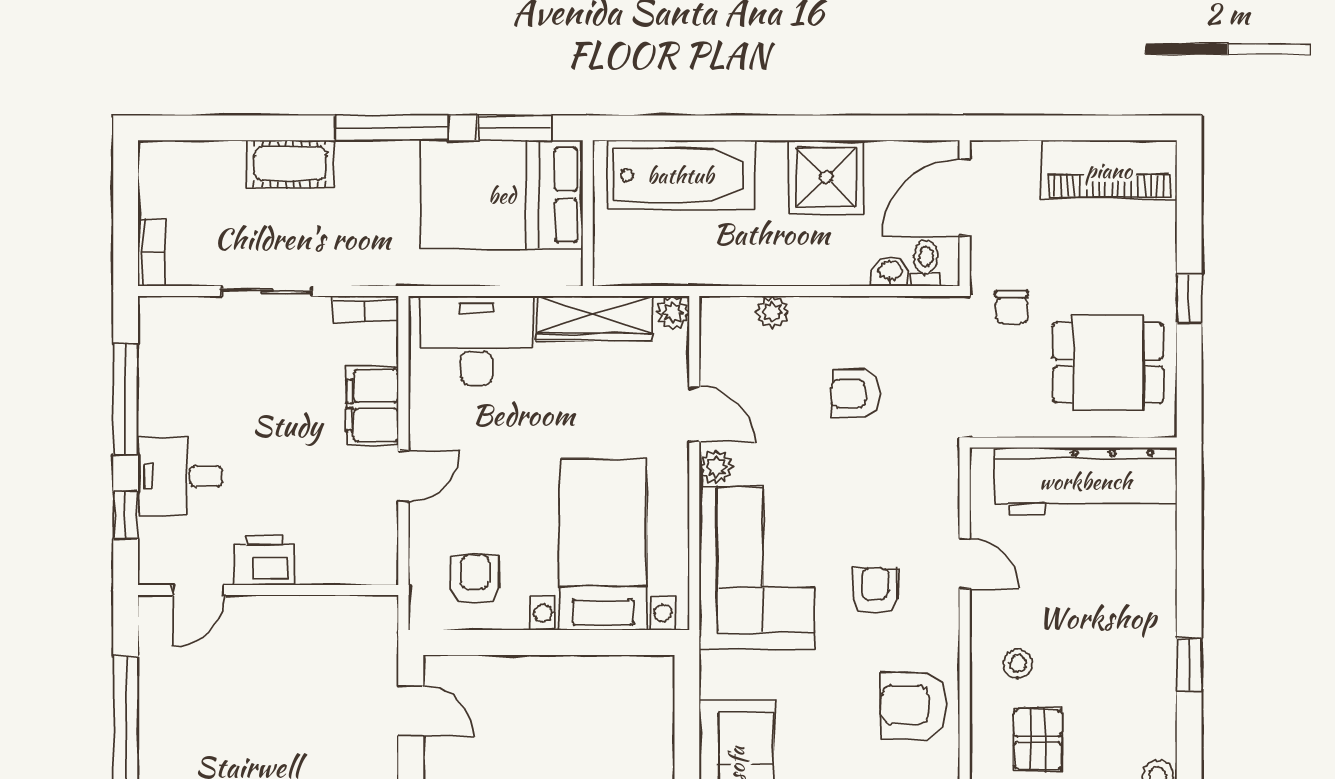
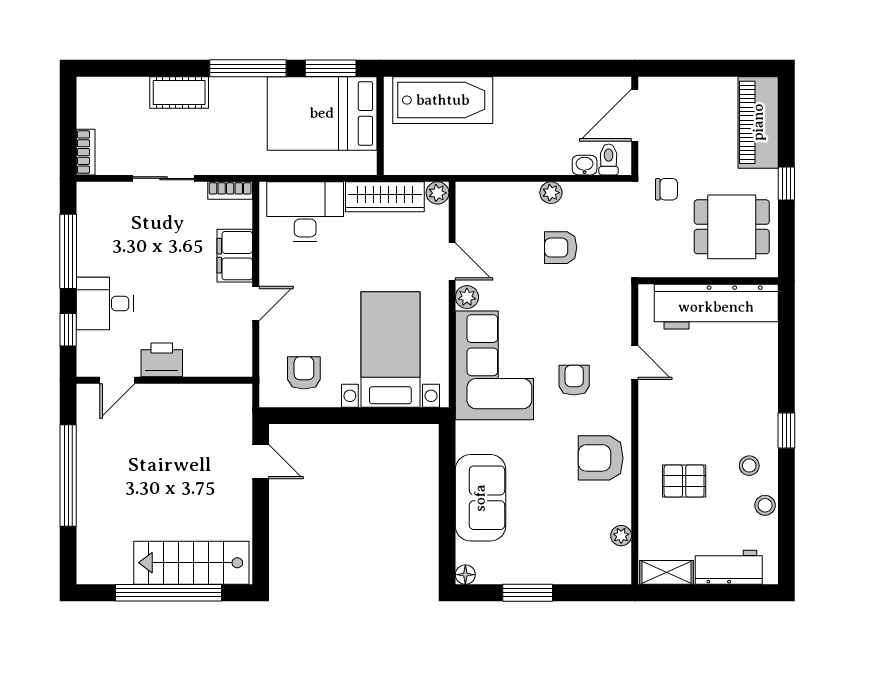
piano: (1109, 170) -> (758, 122), moved, turned 90
shower: (826, 177) -> (541, 102), removed
chair: (1012, 307) -> (667, 189), turned -90
plant: (772, 312) -> (551, 193), moved
stool: (1018, 664) -> (749, 466), moved
pallet: (1038, 739) -> (684, 481), turned 90

